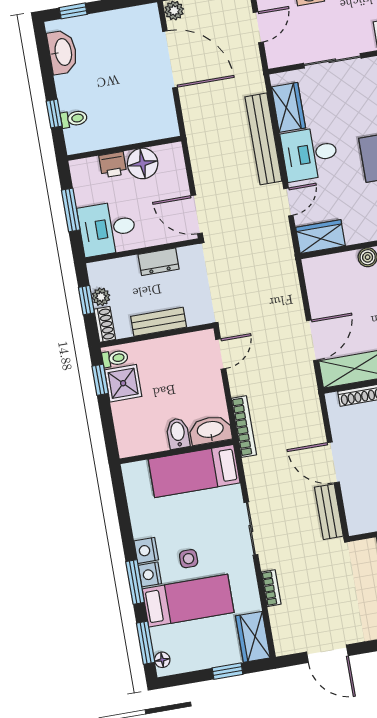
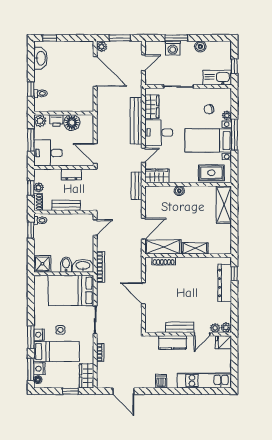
plant: (82, 171) -> (40, 121), added
shower: (123, 383) -> (42, 264), moved
bed: (194, 471) -> (71, 290), width x1.50
bench: (329, 512) -> (137, 186), moved
nightstand: (146, 550) -> (39, 369), moved

